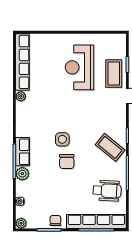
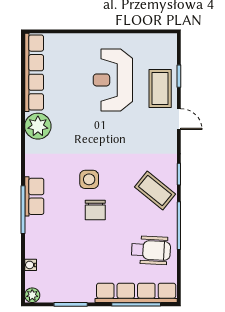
plant: (21, 96) -> (38, 126), width x1.88, depth x1.88
plant: (22, 174) -> (34, 227), removed
chair: (55, 221) -> (80, 291), removed

